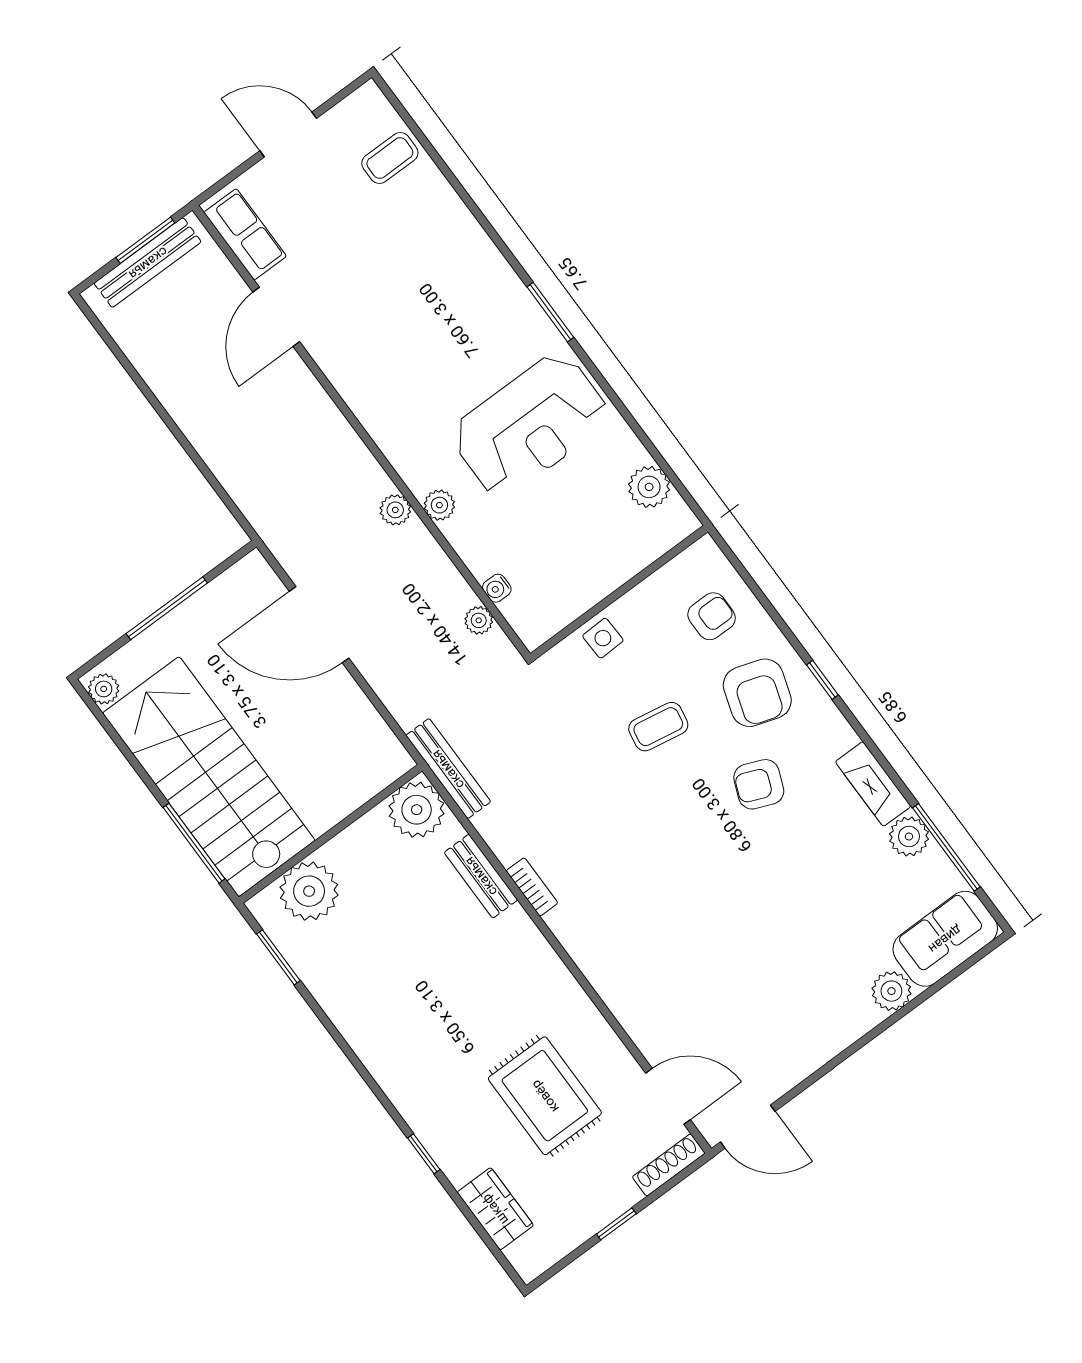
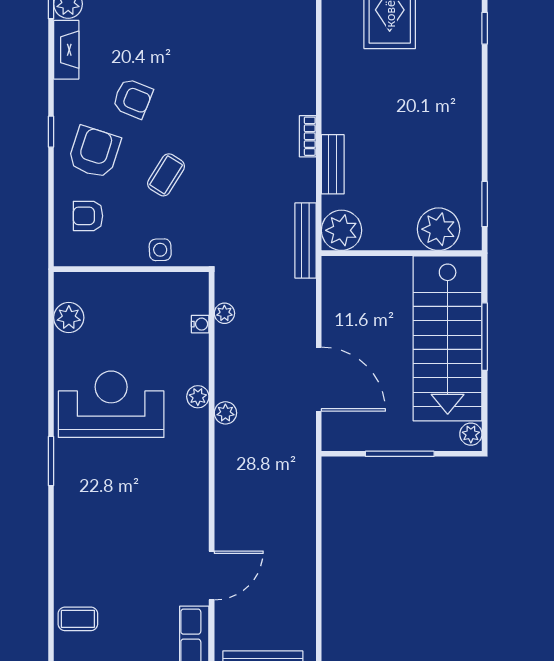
coffee table: (658, 727) -> (166, 175), turned -68
window: (194, 843) -> (485, 337), moved

